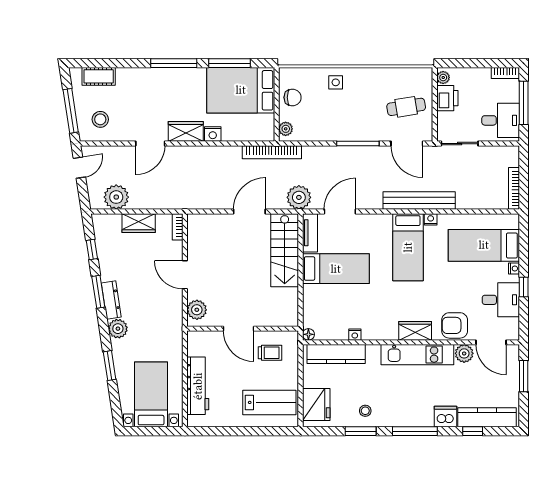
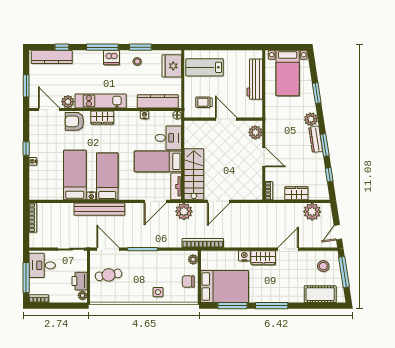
cot: (99, 76) -> (320, 294), width x1.37, depth x1.34
bed: (484, 245) -> (75, 175), moved, turned -90
desk: (501, 300) -> (168, 138), moved, turned 180
armchair: (455, 325) -> (74, 121), turned 180
dishwasher: (445, 417) -> (111, 57), moved

